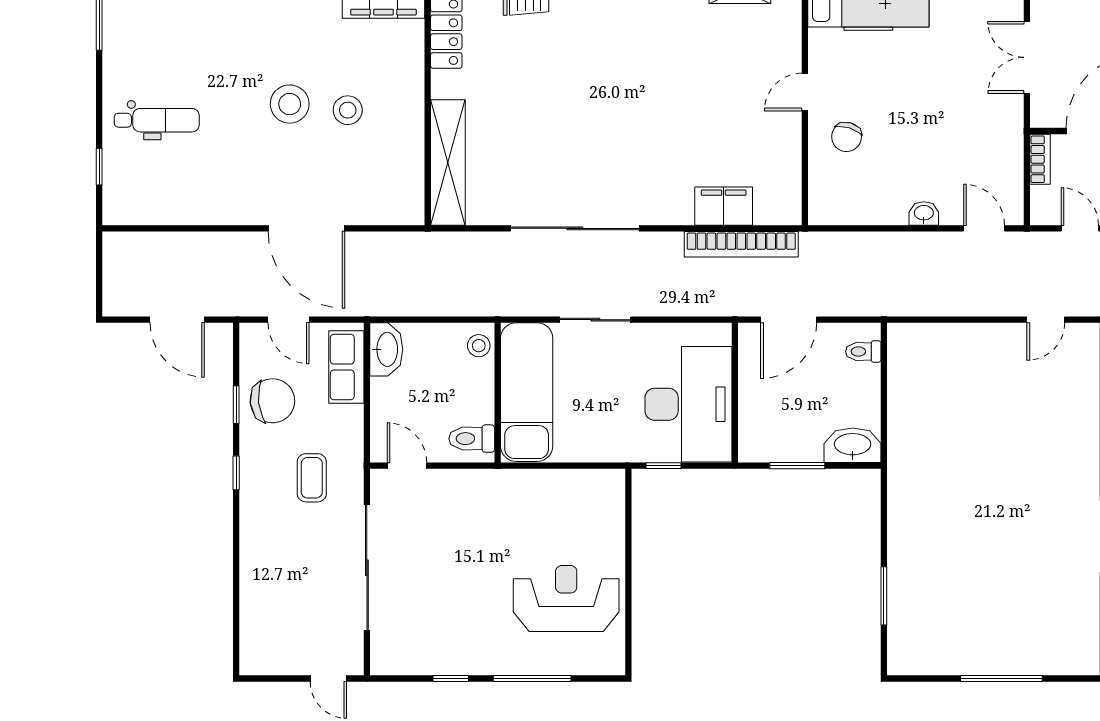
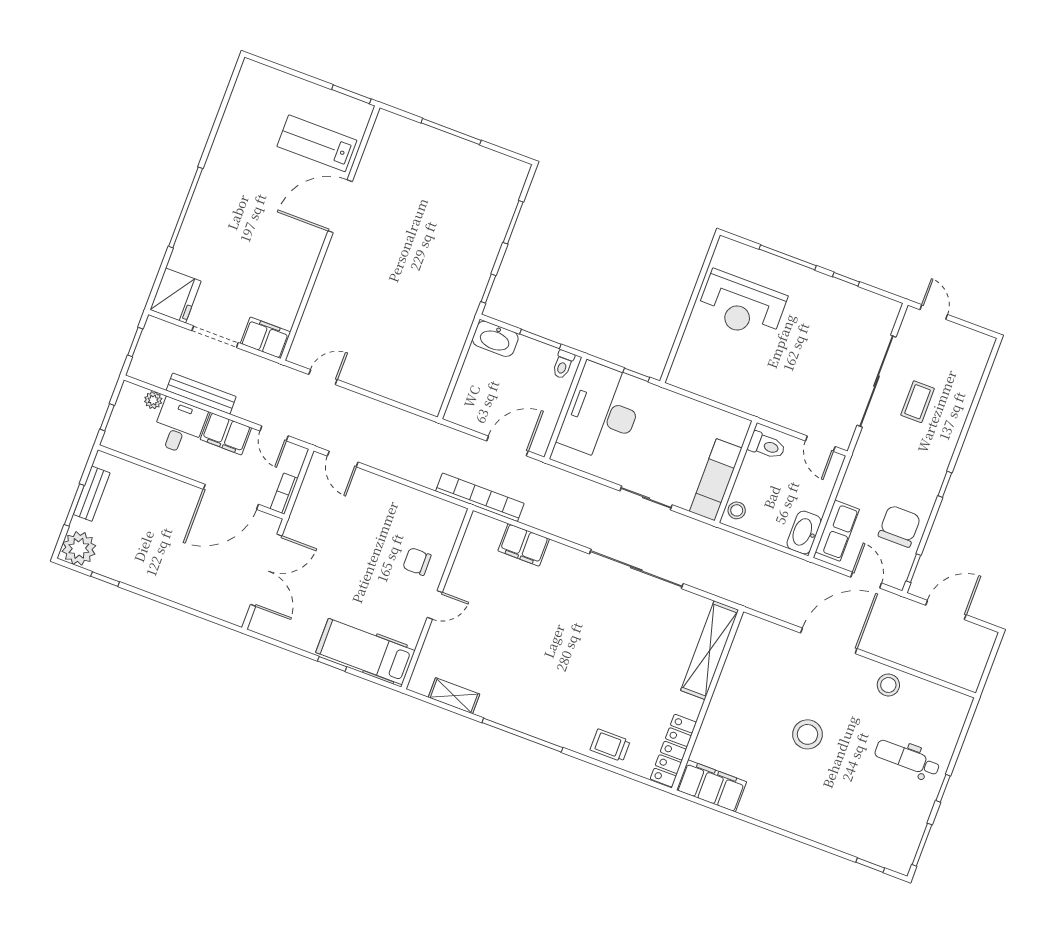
double door: (1027, 57) -> (266, 570), width x1.37
stool: (348, 110) -> (888, 685), moved
chair: (847, 137) -> (417, 561), turned -107
window: (99, 167) -> (943, 788), moved
washbasin: (924, 213) -> (382, 486), removed
door: (306, 228) -> (829, 641), hinge flipped
bookcase: (741, 244) -> (480, 497), moved
door: (177, 320) -> (946, 610), hinge flipped
toilet: (863, 351) -> (563, 364), moved, turned 90
exam couch: (527, 392) -> (716, 480), width x0.73, depth x0.69
chair: (272, 401) -> (899, 526), turned 96
window: (236, 405) -> (913, 568), moved
coffee table: (312, 478) -> (918, 402), moved
window: (884, 503) -> (488, 289), added

